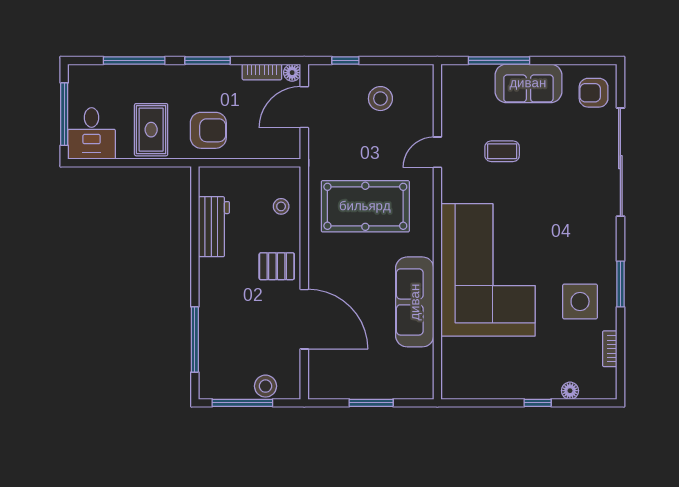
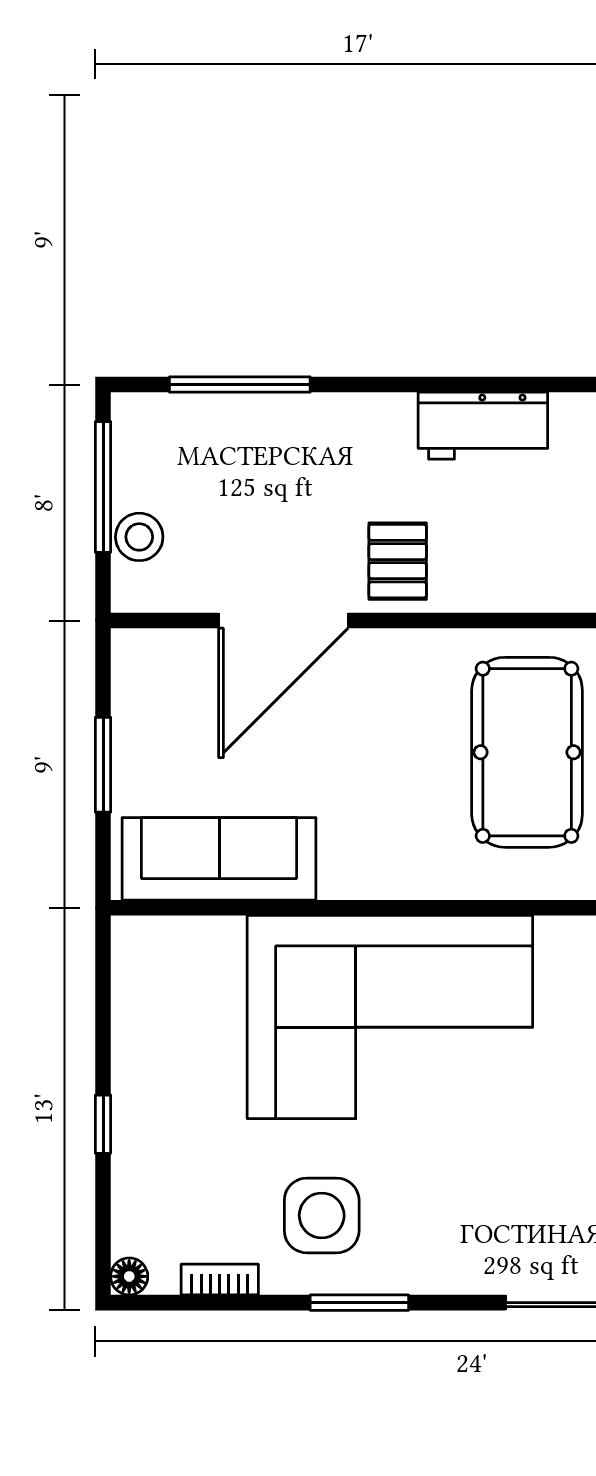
stool: (281, 206) -> (527, 571), removed
sofa: (415, 302) -> (219, 859), moved
floor lamp: (570, 391) -> (129, 1276), moved

